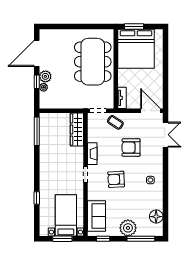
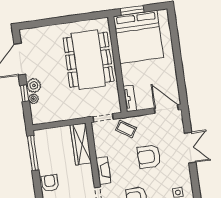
double door: (166, 135) -> (190, 148), moved
armchair: (47, 158) -> (50, 183), added

